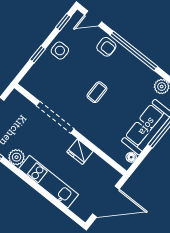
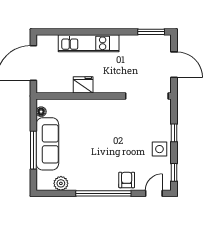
armchair: (106, 47) -> (127, 180), turned 90
coffee table: (97, 92) -> (106, 140), removed
doorway: (55, 117) -> (147, 96), moved
plant: (17, 157) -> (128, 42), removed

